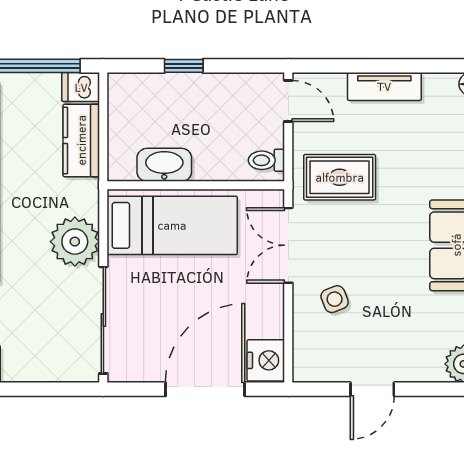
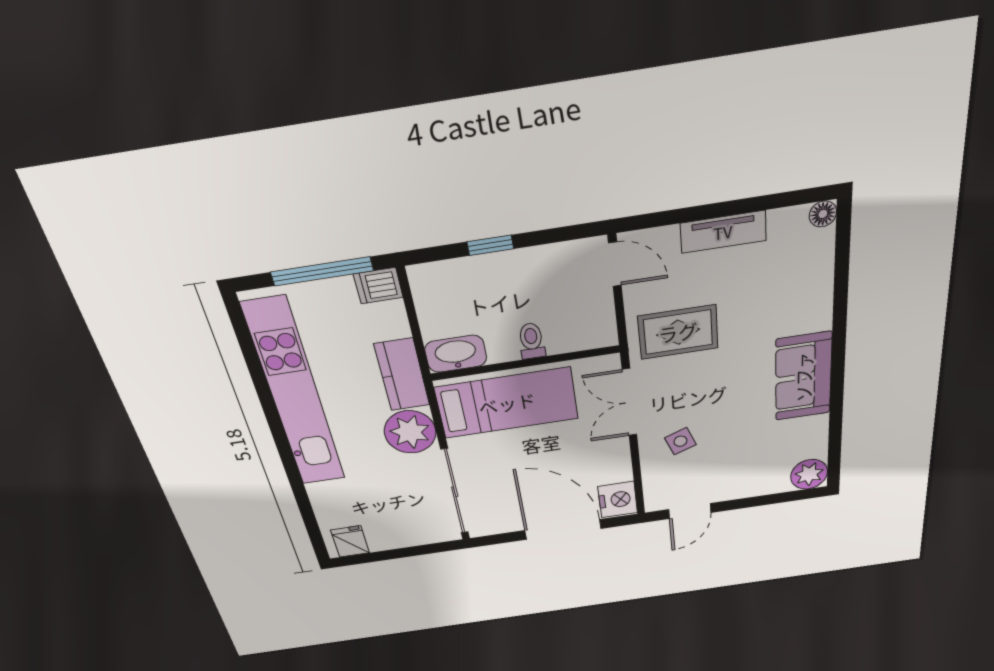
kitchen counter: (81, 140) -> (402, 375), moved
toilet: (266, 160) -> (532, 341), moved, turned 90
washbasin: (164, 165) -> (456, 354), moved
door: (205, 389) -> (563, 529), hinge flipped
door: (372, 389) -> (690, 511), moved

